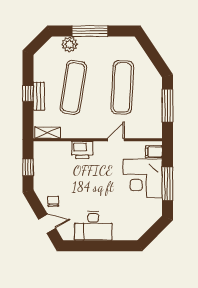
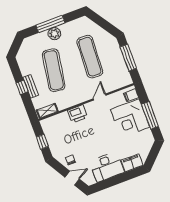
plant: (70, 44) -> (54, 34), moved
filing cabinet: (125, 232) -> (132, 163), added

